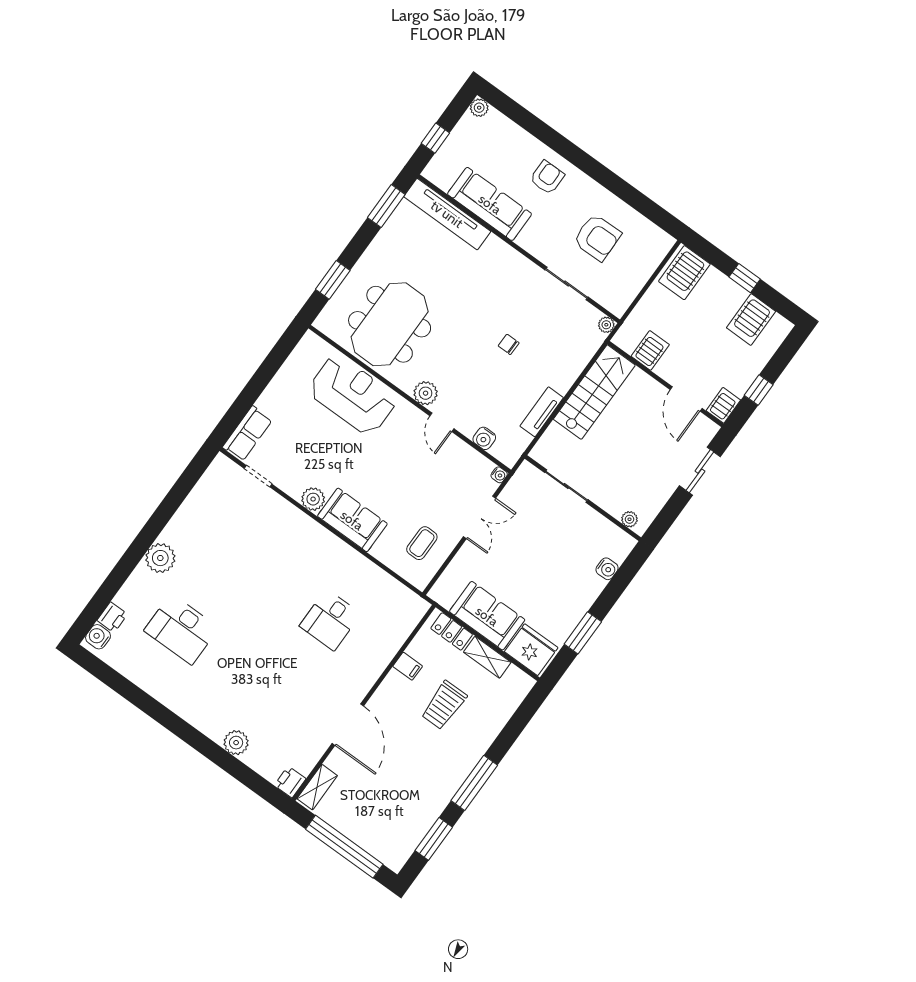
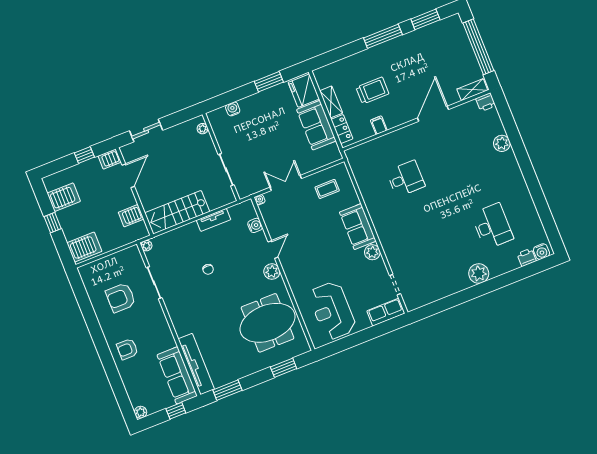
sofa: (490, 204) -> (177, 375), moved
armchair: (597, 237) -> (121, 298), turned -89
reception desk: (353, 395) -> (332, 311), moved

